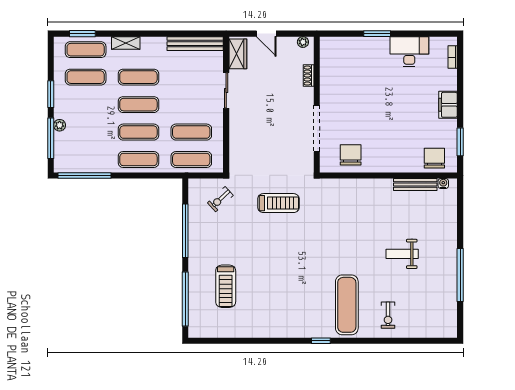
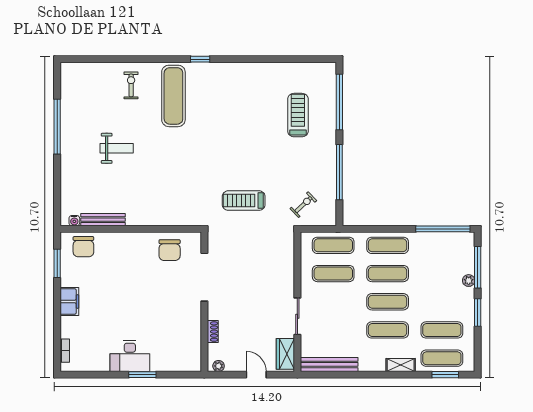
desk: (409, 52) -> (130, 356), moved

